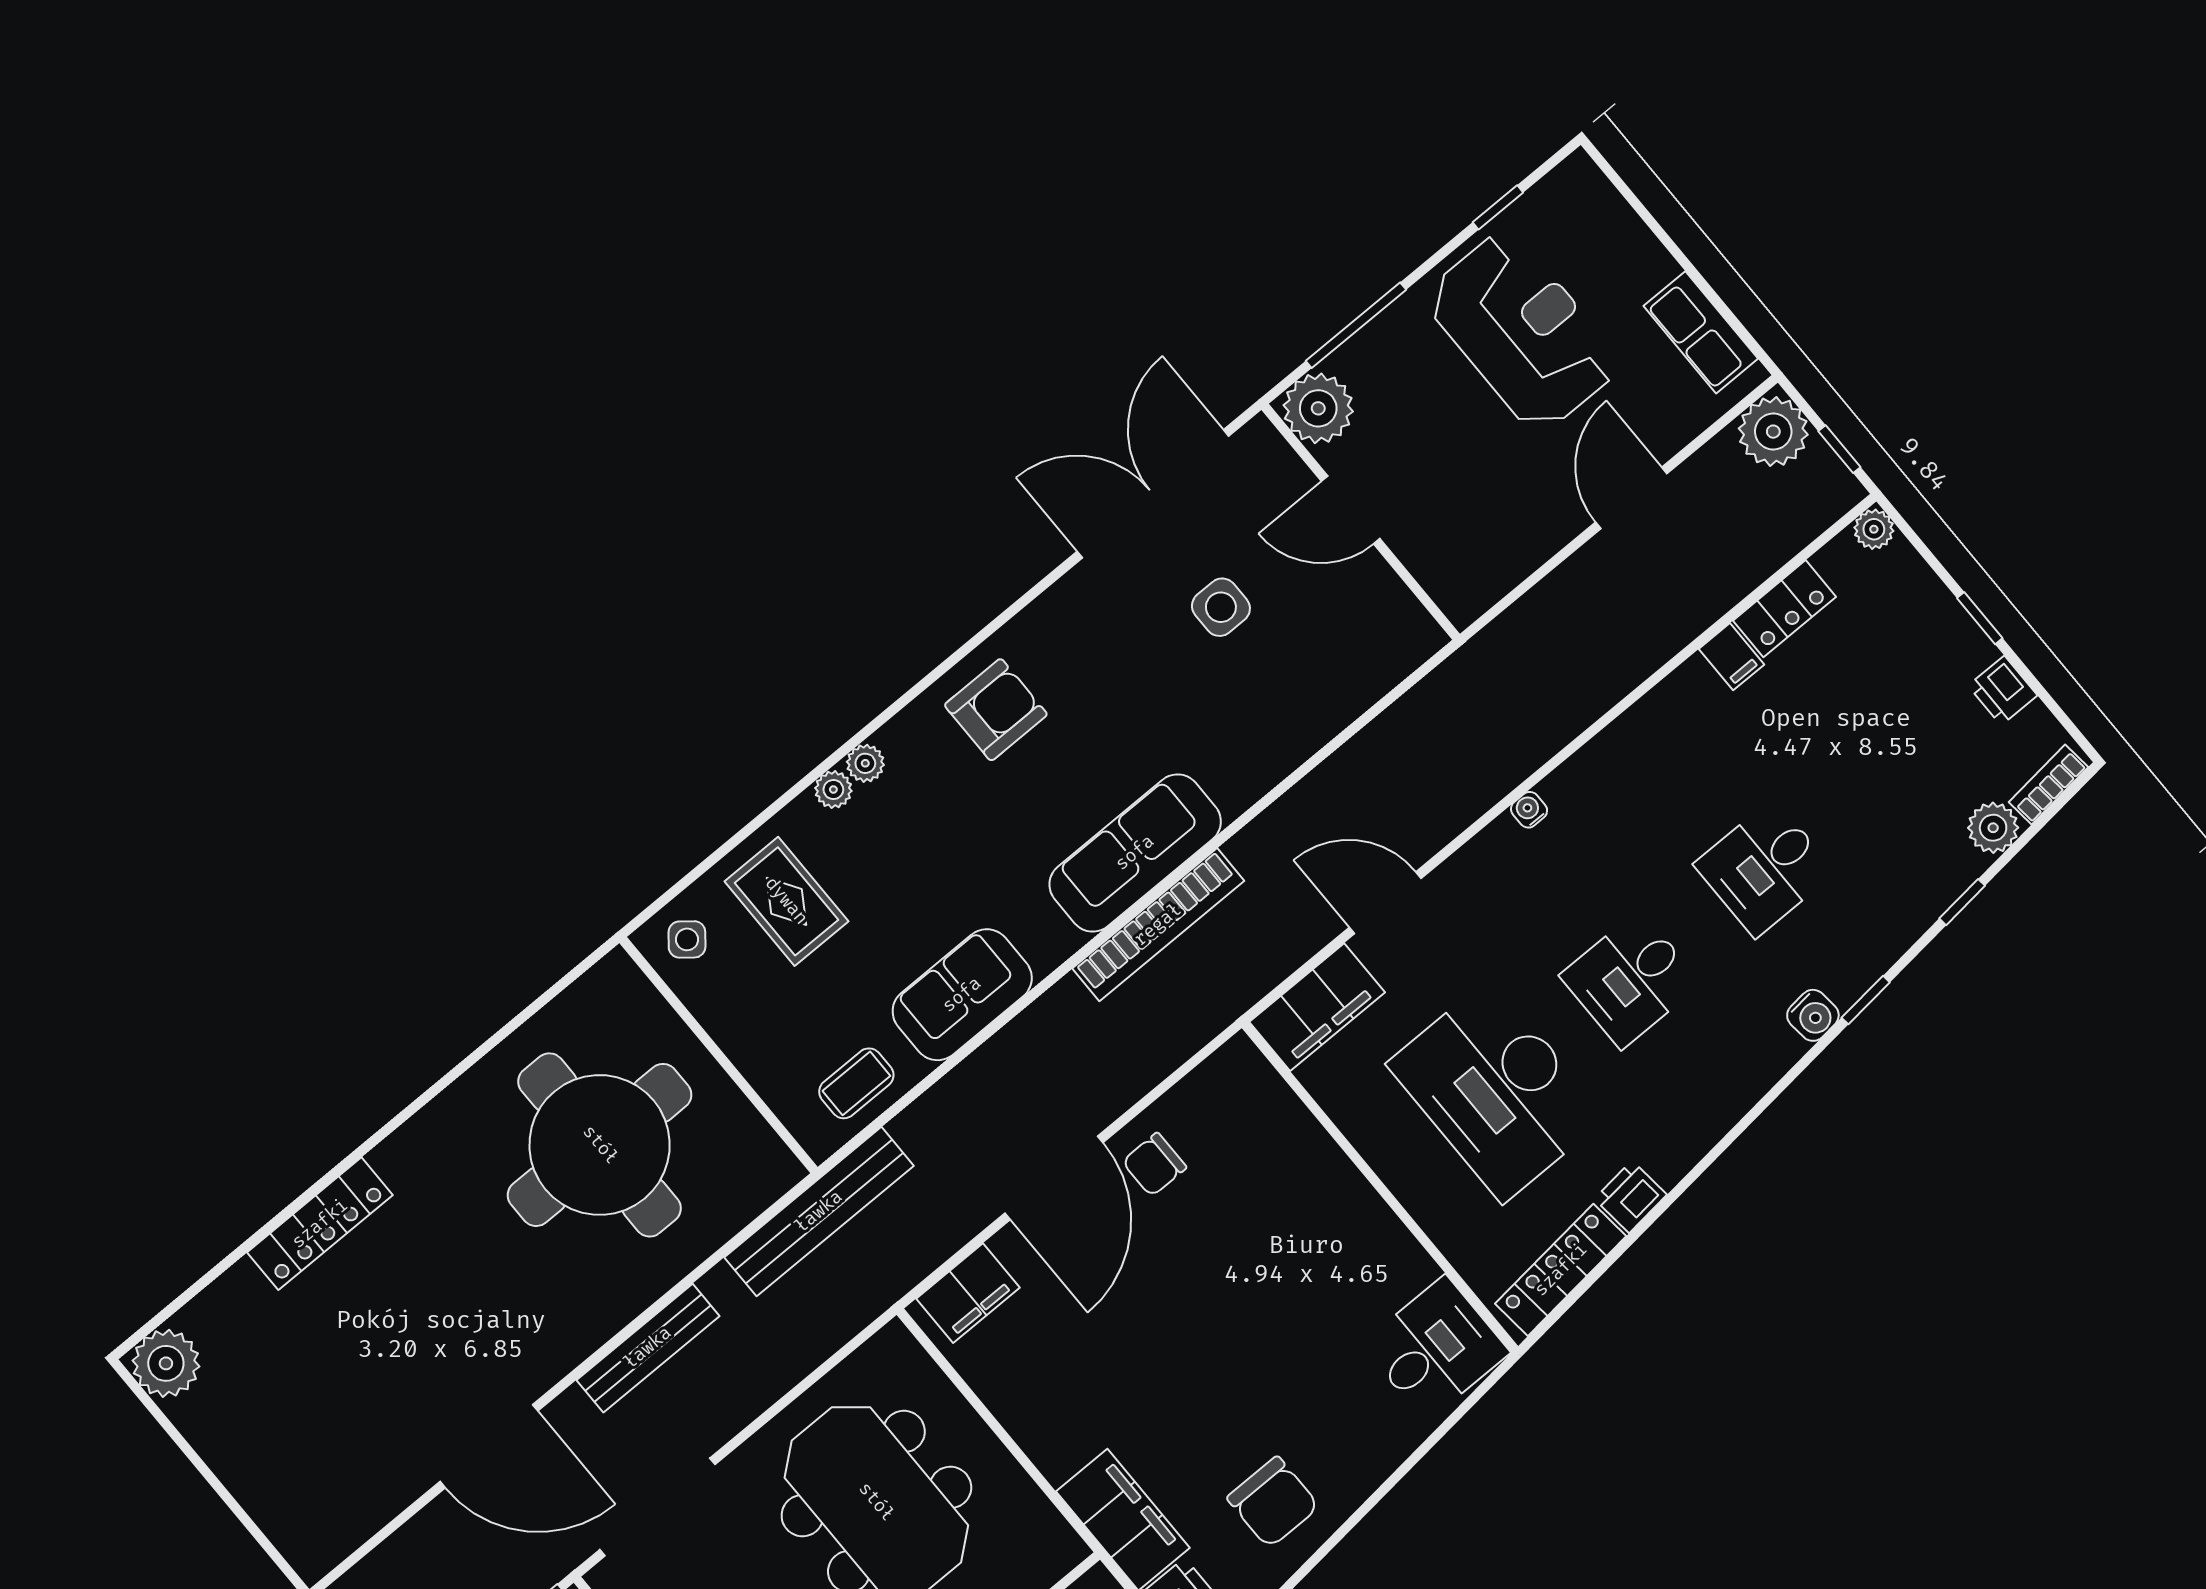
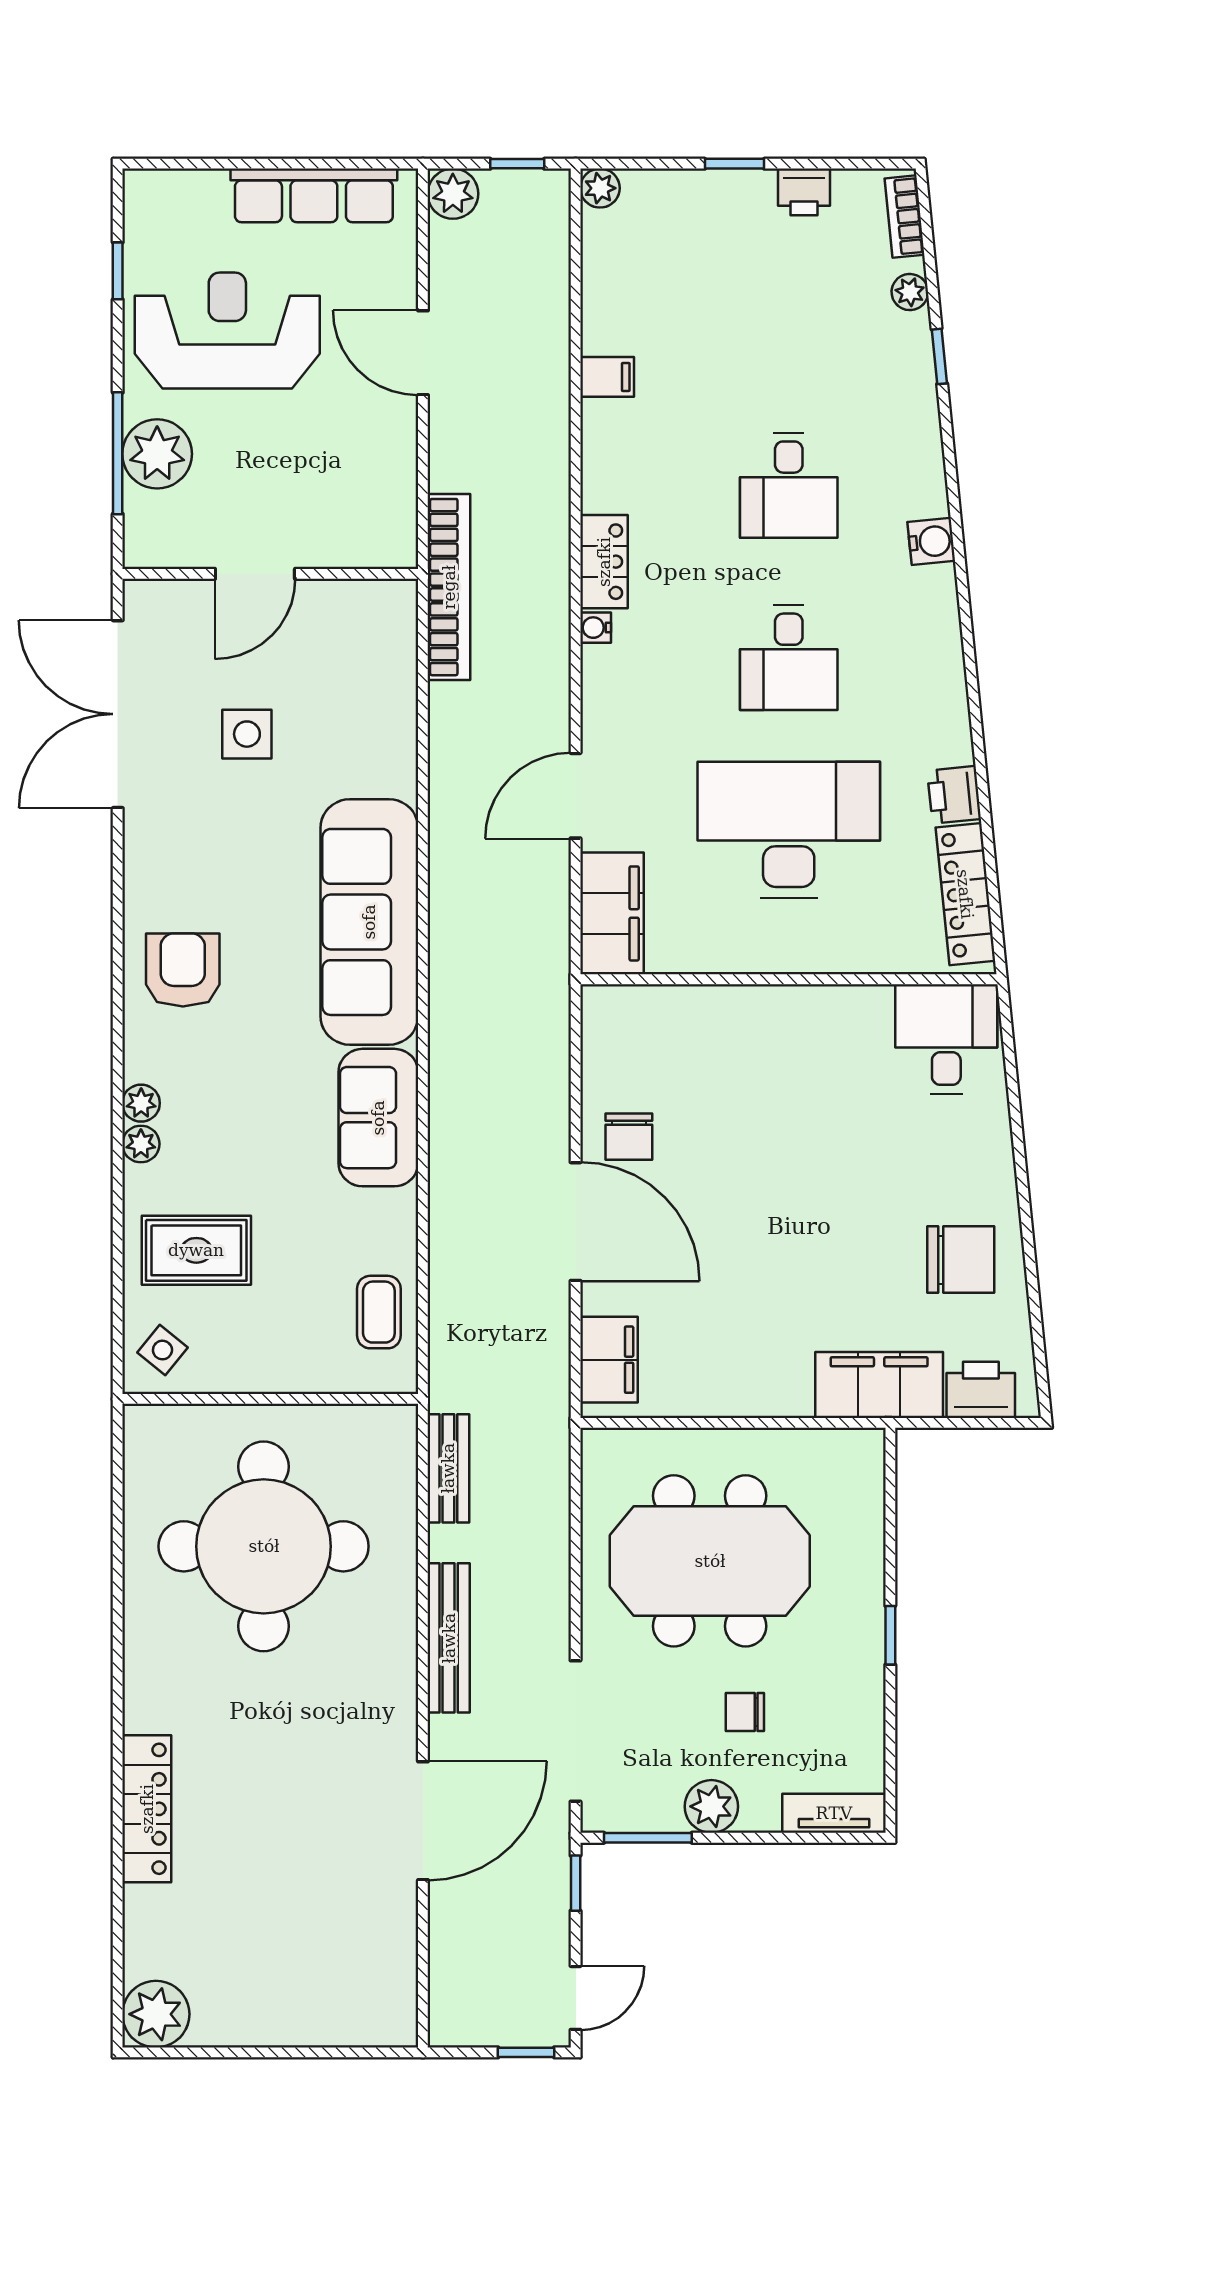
row of seats: (1701, 332) -> (314, 195), width x1.48
plant: (1318, 408) -> (157, 454), moved
plant: (1773, 432) -> (453, 194), width x0.73, depth x0.73
locker: (1784, 609) -> (604, 562), moved
plant: (1993, 828) -> (910, 292), width x0.73, depth x0.73
sofa: (1135, 853) -> (369, 922), width x1.36, depth x1.27
bookcase: (1158, 925) -> (449, 587), moved
sofa: (962, 995) -> (378, 1118), moved
window: (1866, 1000) -> (953, 492), removed
desk: (1496, 1091) -> (789, 830), turned 180
bench: (819, 1212) -> (448, 1468), width x0.54, depth x0.82

